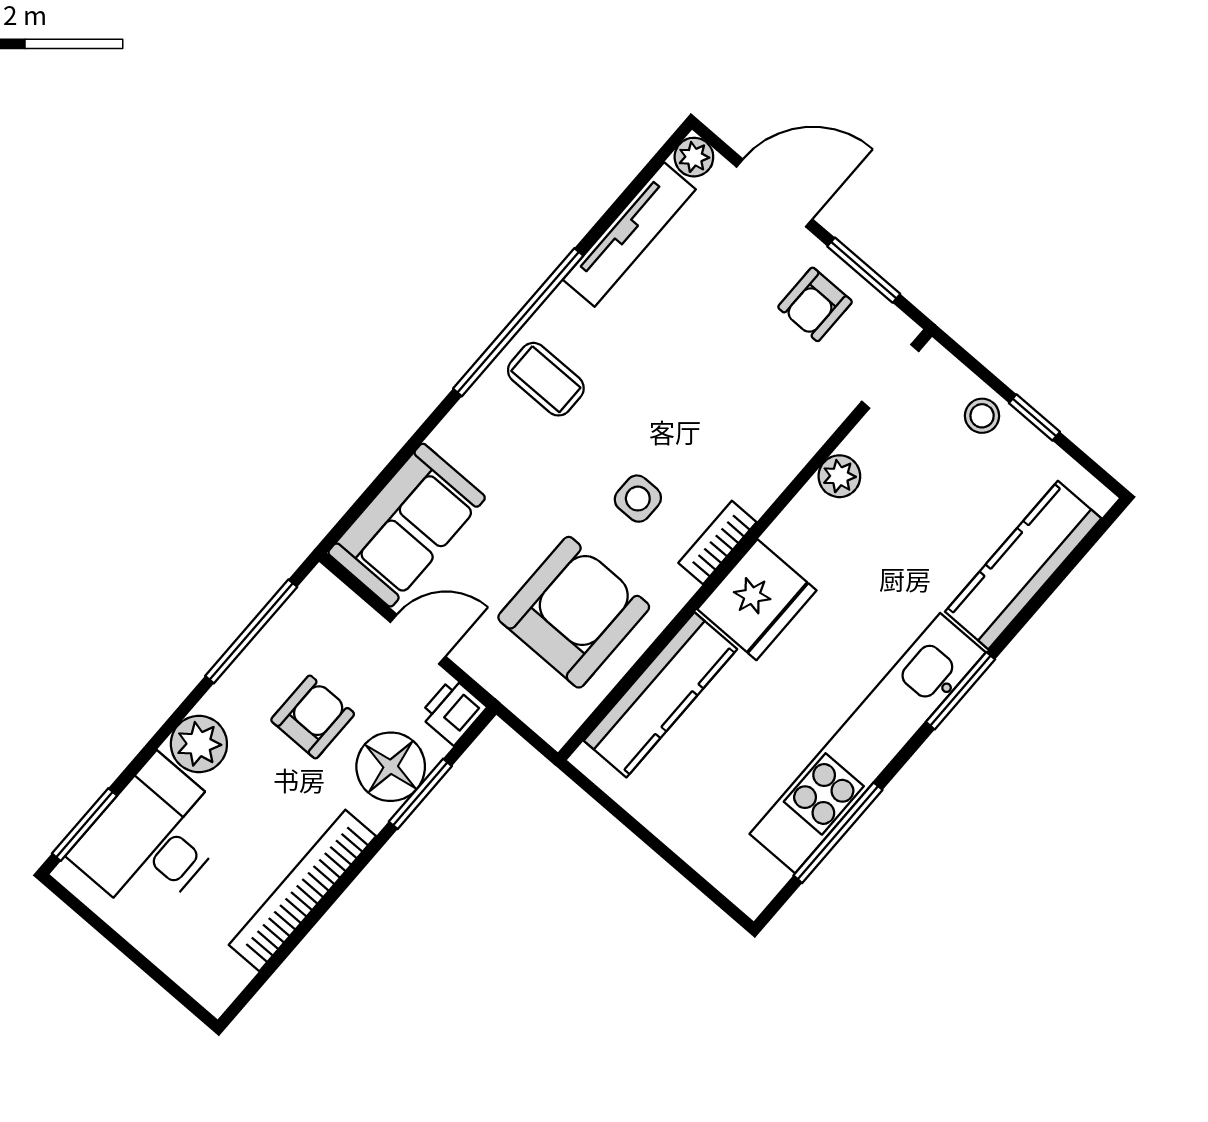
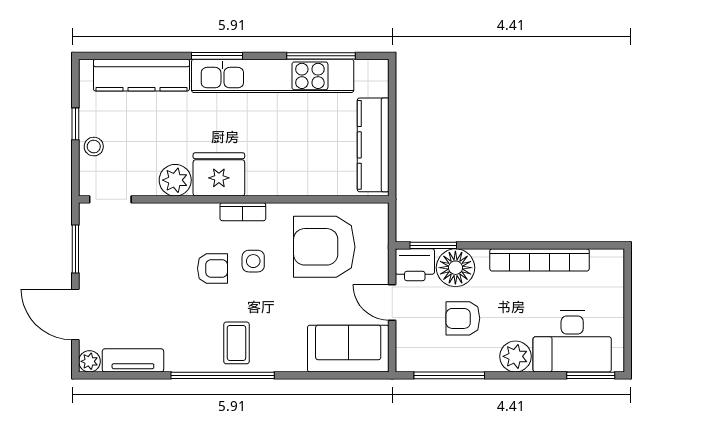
tv unit: (629, 234) -> (133, 360), width x0.71
armchair: (815, 304) -> (212, 268), moved
plant: (839, 476) -> (175, 180), width x1.38, depth x1.38
fridge: (757, 600) -> (219, 174), moved
kitchen counter: (660, 695) -> (373, 145), moved, turned -90
printer: (453, 711) -> (415, 265), width x1.36, depth x1.24
window: (420, 794) -> (433, 245), moved

